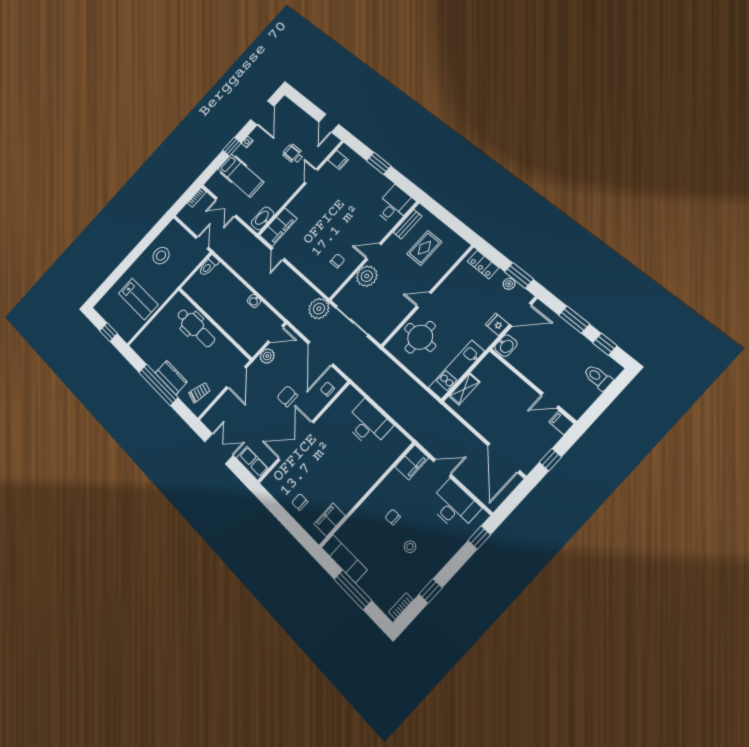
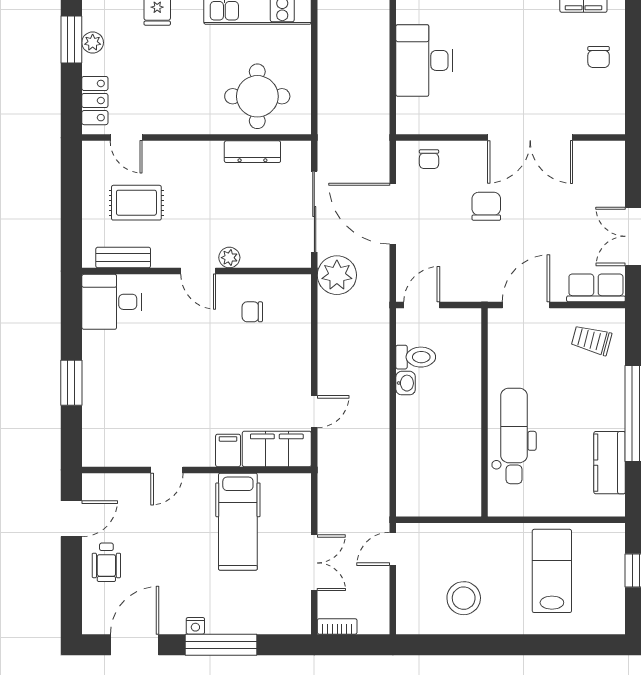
window: (232, 147) -> (221, 645), width x2.17
wheelchair: (293, 154) -> (106, 562), moved
filing cabinet: (338, 160) -> (228, 450), moved
hospital bed: (241, 175) -> (238, 522), moved, turned 180
washbasin: (263, 218) -> (284, 487), removed
toilet: (209, 266) -> (416, 357), moved
plant: (367, 276) -> (229, 258), width x0.53, depth x0.53
door: (424, 300) -> (126, 138), moved
dresser: (400, 315) -> (252, 152), added
door: (276, 334) -> (422, 305), hinge flipped
door: (321, 354) -> (393, 214), swing flipped
plant: (267, 356) -> (460, 288), removed
kitchen counter: (171, 377) -> (610, 463), moved
chair: (287, 396) -> (486, 206), turned 180
row of seats: (252, 463) -> (596, 288), moved, turned 90

